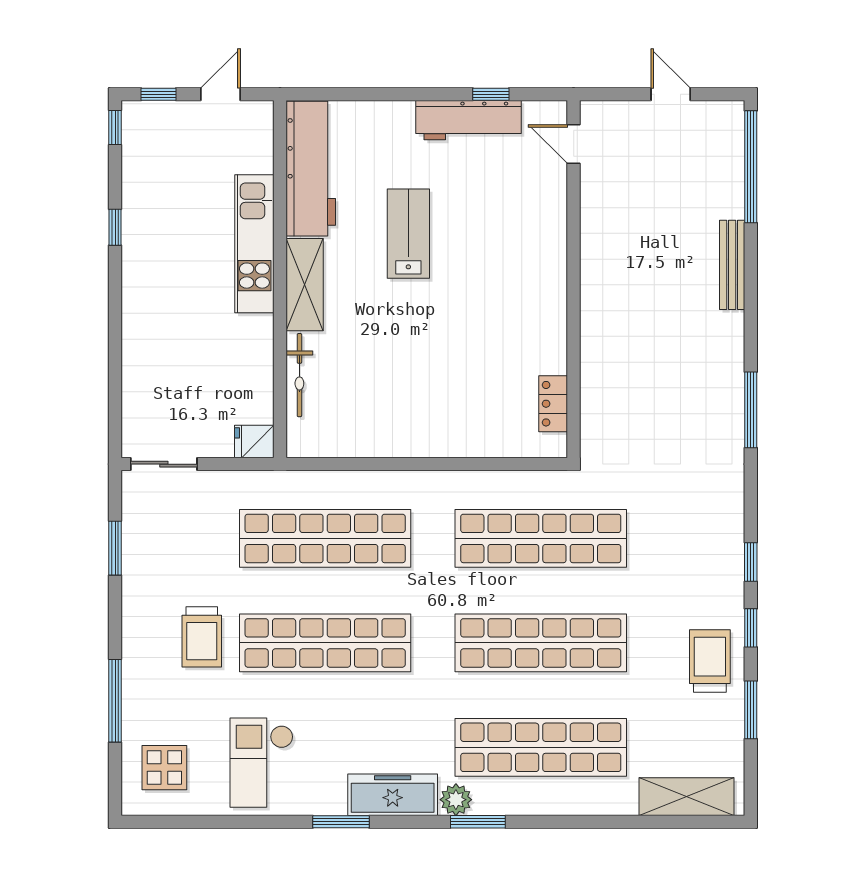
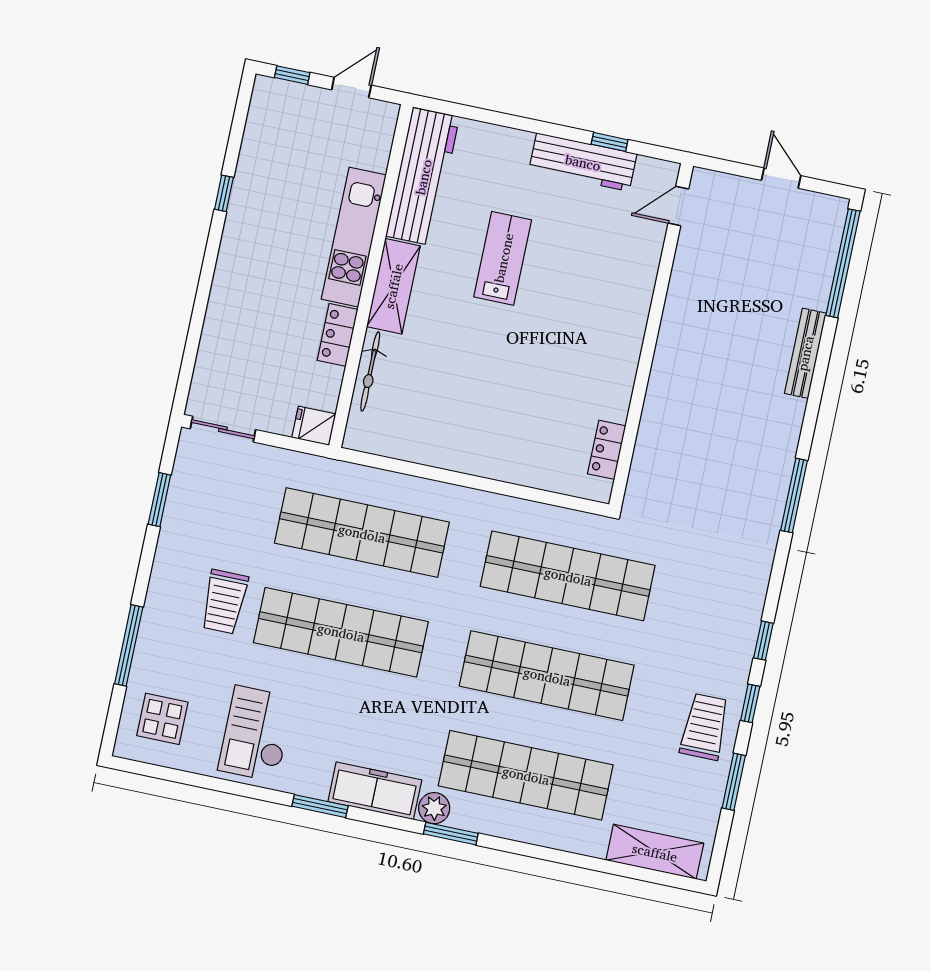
window: (115, 127) -> (244, 98), removed
door: (574, 144) -> (678, 206), hinge flipped
locker: (259, 345) -> (338, 335), added

